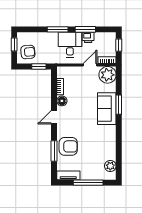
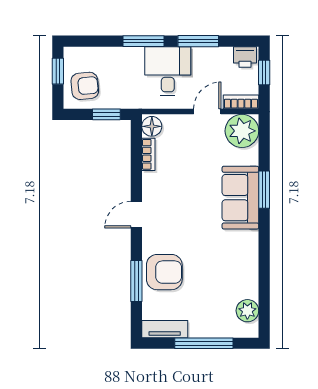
printer: (88, 37) -> (245, 57), moved
floor lamp: (62, 101) -> (152, 126), moved

